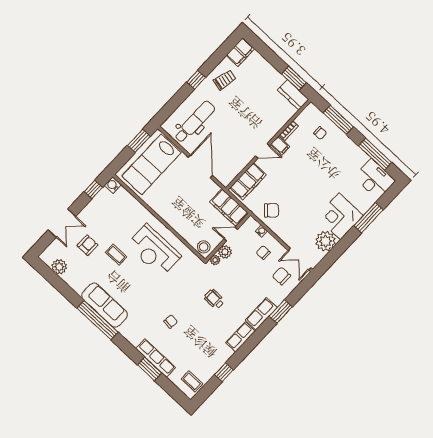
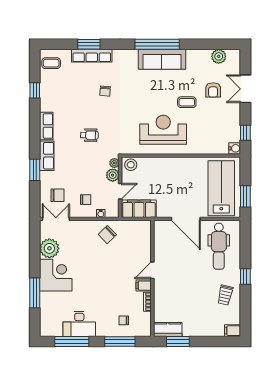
filing cabinet: (240, 52) -> (233, 331), width x0.50
desk: (375, 179) -> (79, 324), moved
filing cabinet: (248, 181) -> (143, 240), removed

